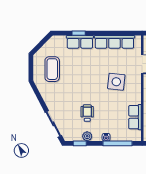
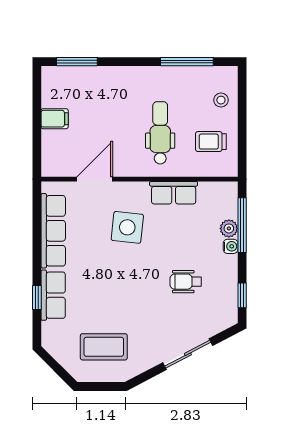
row of seats: (135, 117) -> (174, 193), moved
sliding door: (53, 124) -> (188, 354), moved
plant: (87, 136) -> (229, 228), moved

